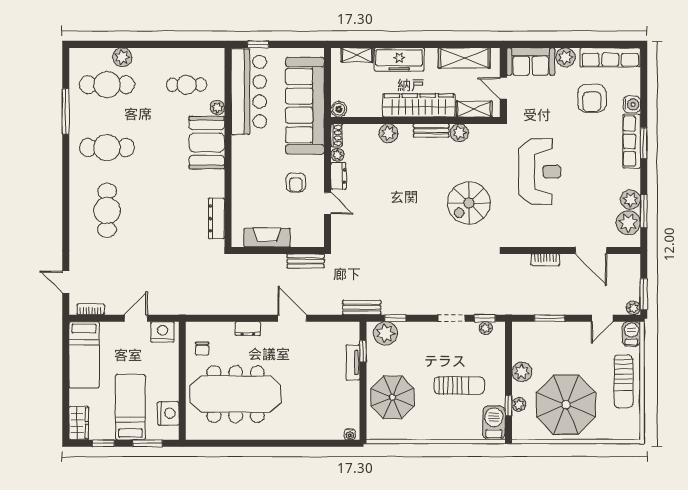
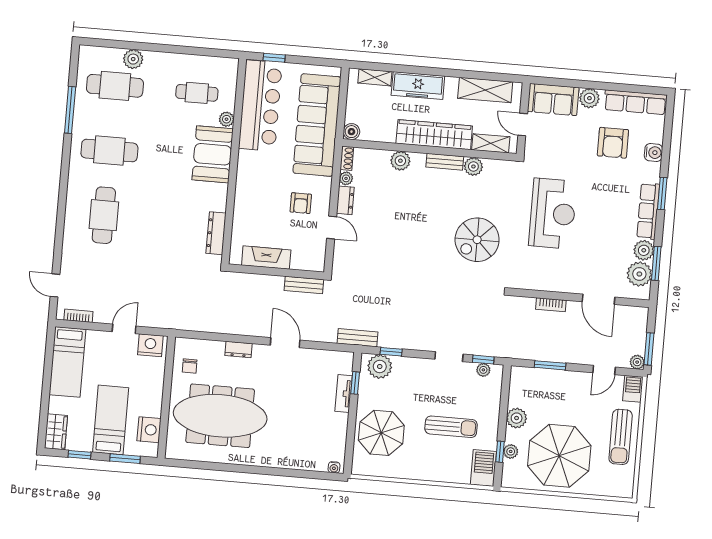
row of seats: (632, 141) -> (648, 211), moved

